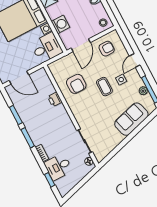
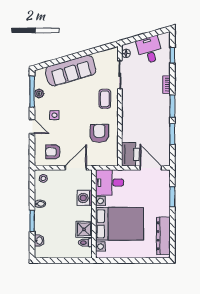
door: (135, 61) -> (32, 127), hinge flipped
coffee table: (104, 87) -> (105, 99), moved
printer: (55, 99) -> (130, 154), moved, width x1.87, depth x1.48
sofa: (131, 119) -> (71, 71), width x1.36
desk: (58, 167) -> (149, 50), moved, turned -106

